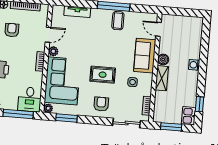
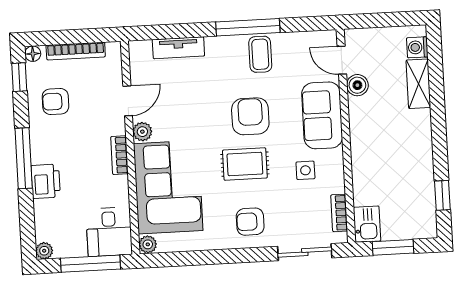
armchair: (12, 30) -> (55, 101), turned -90
armchair: (109, 51) -> (250, 116), added
boiler: (163, 59) -> (357, 85), moved
washing machine: (194, 65) -> (417, 47), moved
shelving: (162, 78) -> (418, 84), moved
armchair: (101, 104) -> (250, 222), turned -90
kitchen sink: (189, 116) -> (367, 224), moved, turned 180
window: (67, 118) -> (186, 259), removed

